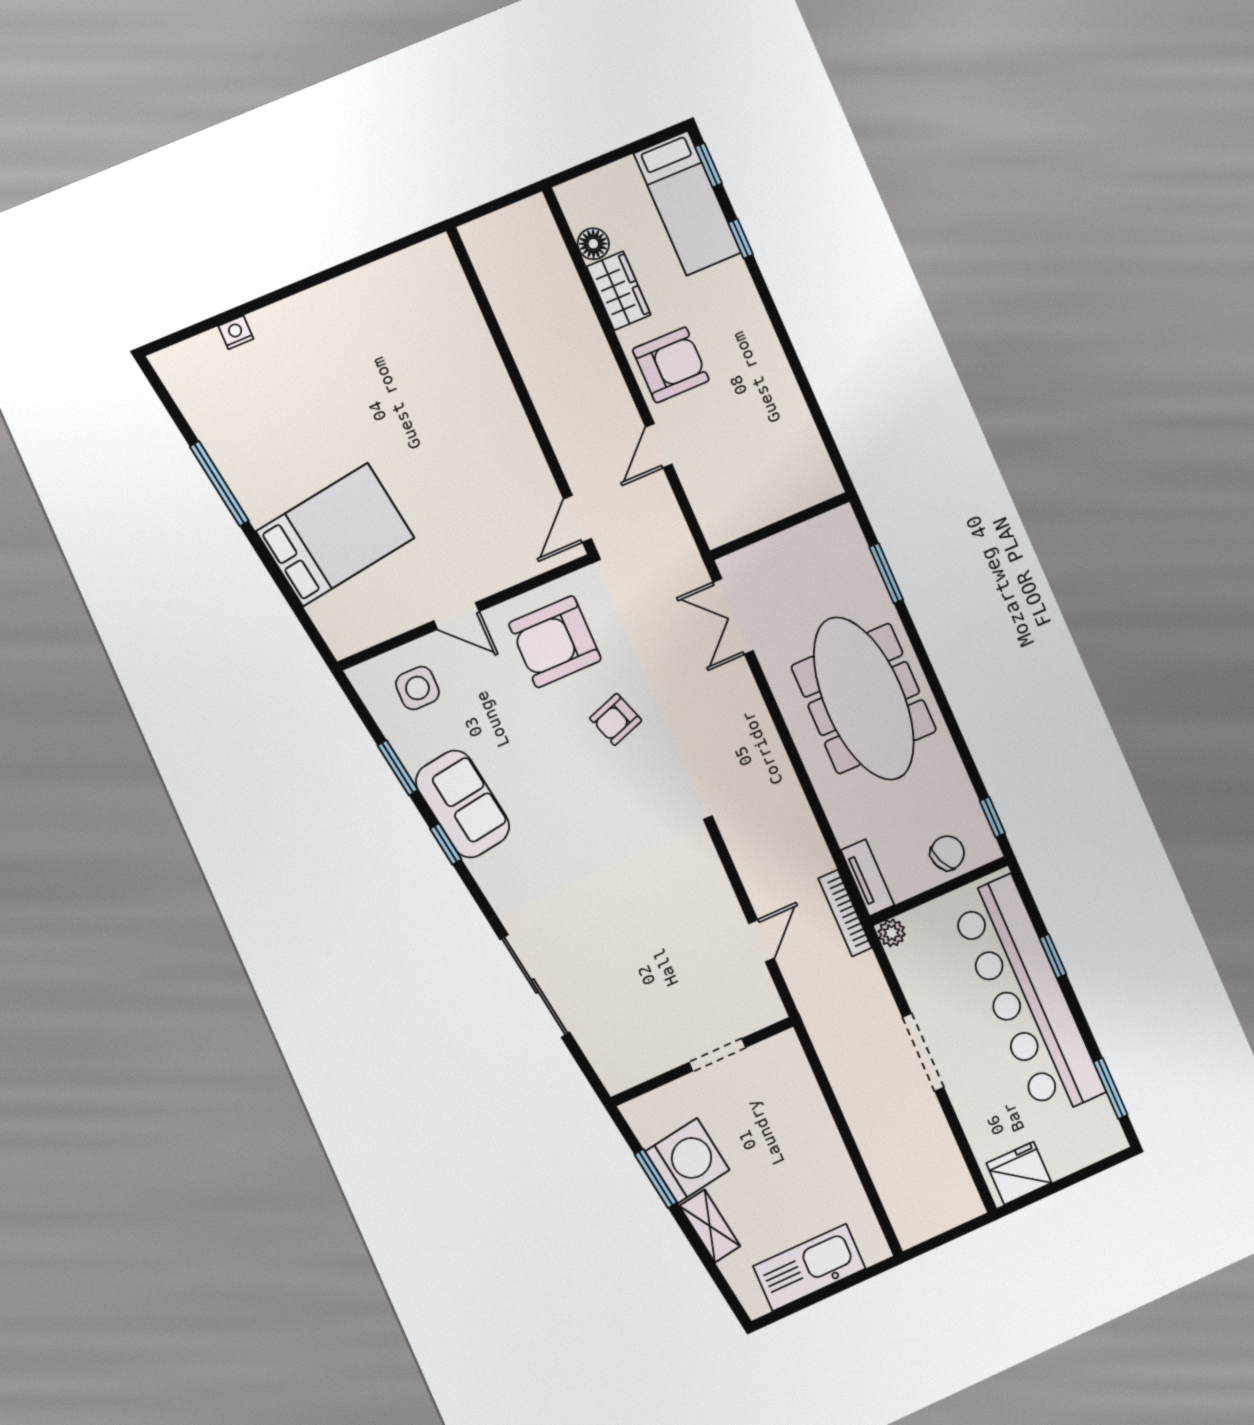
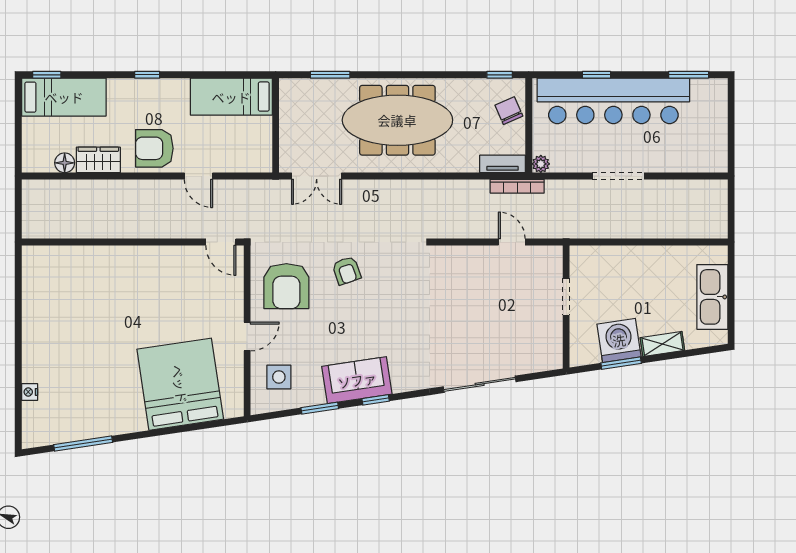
window: (741, 239) -> (147, 75), moved
armchair: (671, 365) -> (154, 148), turned -90
bed: (793, 444) -> (231, 97), added
window: (219, 484) -> (83, 444), moved
bed: (335, 535) -> (180, 384), width x1.36
fridge: (1019, 1173) -> (713, 151), removed

